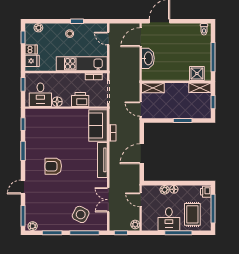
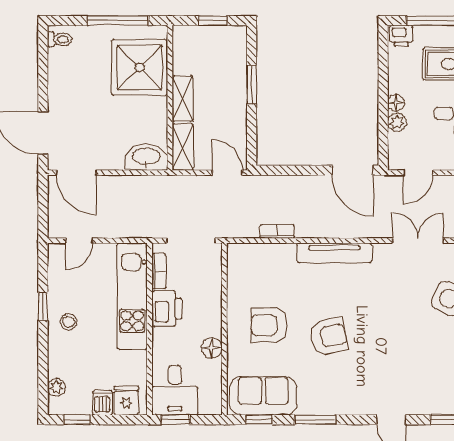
washbasin: (148, 58) -> (146, 157), moved
shower: (197, 73) -> (140, 67), width x1.86, depth x1.86
shelving: (200, 88) -> (183, 98), moved
desk: (40, 95) -> (175, 390), moved, turned 90
printer: (80, 100) -> (167, 309), moved, turned 180
door: (141, 109) -> (227, 173), swing flipped
sofa: (98, 126) -> (263, 396), moved, turned 180
armchair: (68, 129) -> (269, 325), added
door: (142, 154) -> (352, 170), moved
armchair: (53, 166) -> (329, 336), moved, turned -101
double door: (108, 200) -> (418, 241), swing flipped

